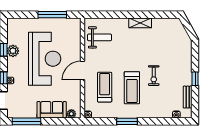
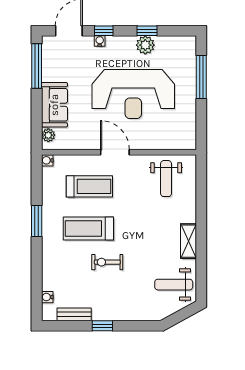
window: (52, 15) -> (201, 77), moved
weight bench: (168, 32) -> (174, 285), added

